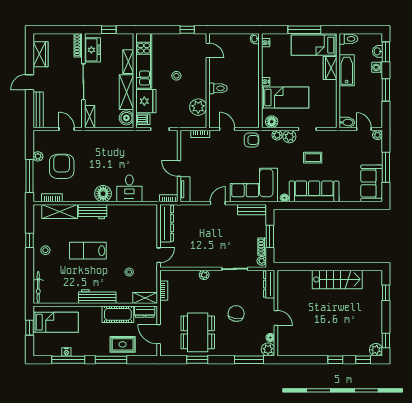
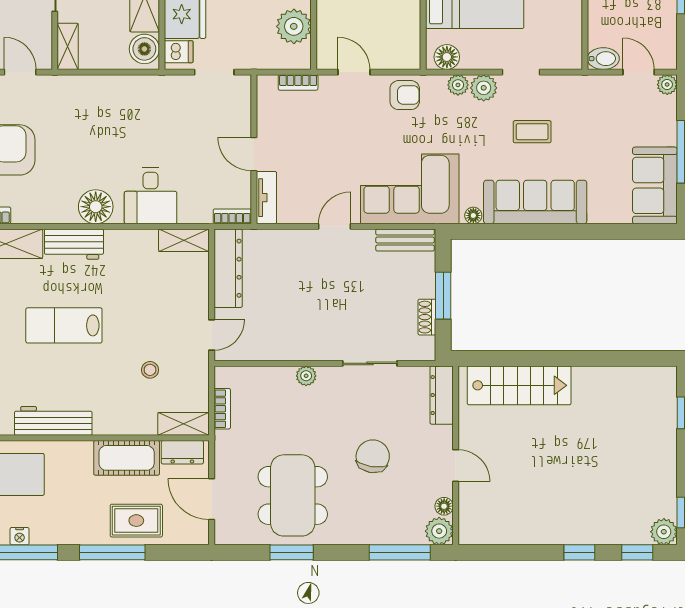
shelving: (145, 210) -> (184, 240), added
plant: (262, 261) -> (426, 347), removed
stairs: (337, 279) -> (519, 385), moved
workbench: (97, 297) -> (53, 421), moved

